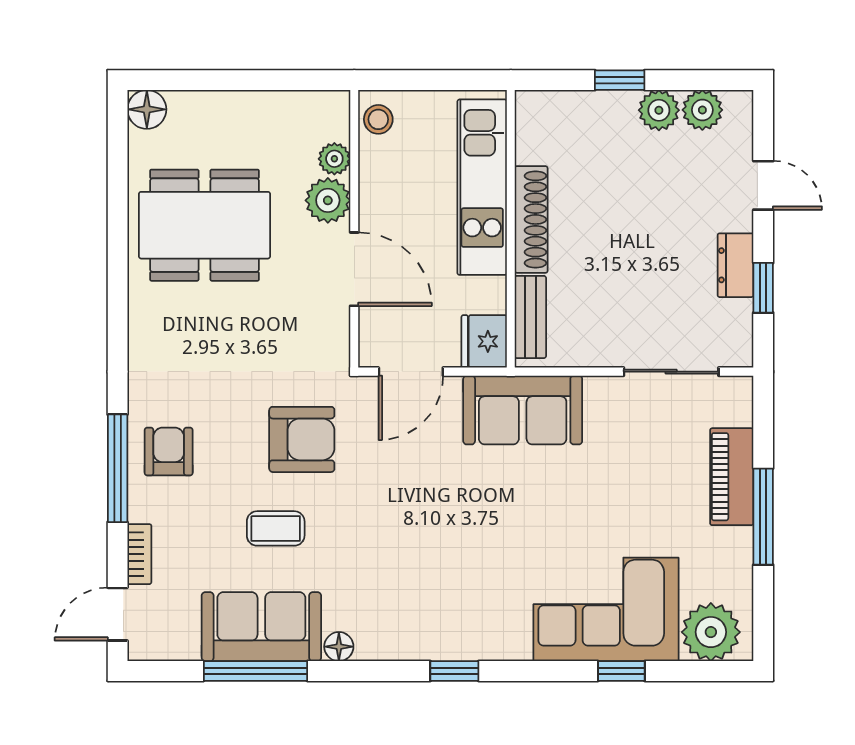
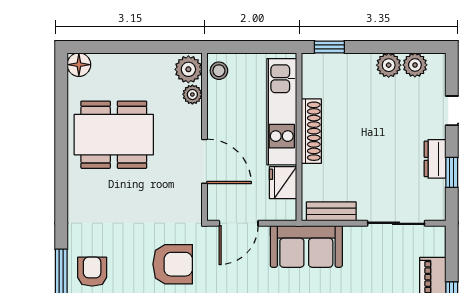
window: (620, 80) -> (329, 47), moved
plant: (328, 200) -> (188, 69), moved
bench: (530, 317) -> (331, 211), moved, turned 90
fridge: (484, 341) -> (283, 183), moved

